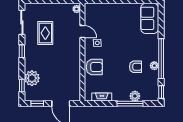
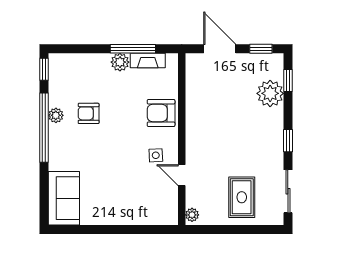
rug: (45, 33) -> (242, 197), moved
plant: (135, 96) -> (120, 62), moved
window: (130, 104) -> (133, 49), moved

